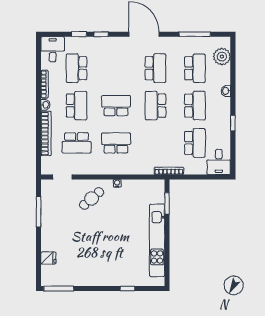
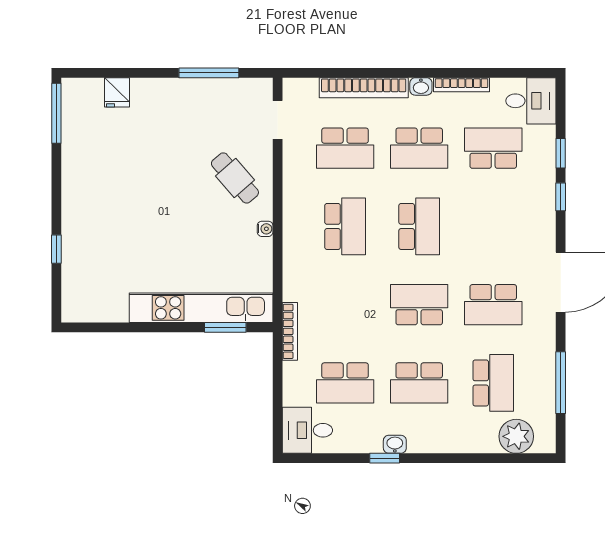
school desk: (195, 68) -> (493, 383), turned -90
washbasin: (226, 91) -> (395, 444), moved
school desk: (77, 143) -> (345, 148), turned -90
kitchen unit: (157, 240) -> (201, 308), moved

